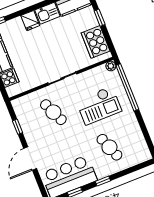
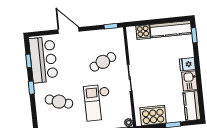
window: (17, 127) -> (111, 26), moved
cafe table: (109, 147) -> (59, 102), turned 39

